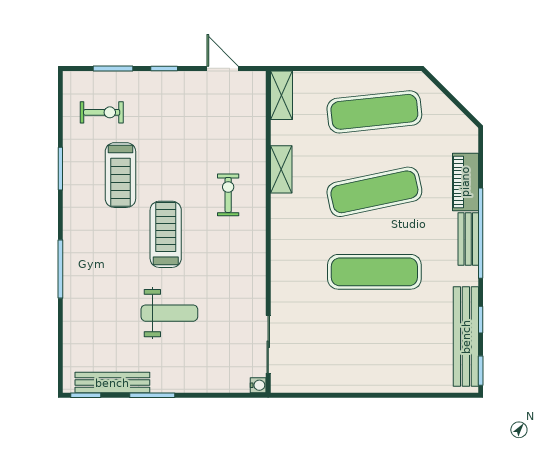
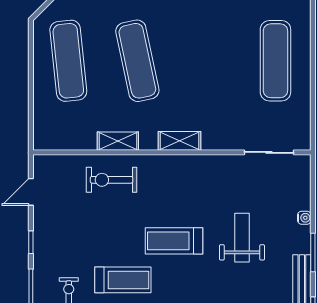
shelving: (281, 95) -> (180, 141), moved
exercise bike: (228, 195) -> (111, 180), moved, width x1.38, depth x1.39
exercise mat: (374, 272) -> (275, 61), moved
water cooler: (258, 385) -> (304, 218), moved, turned 90

